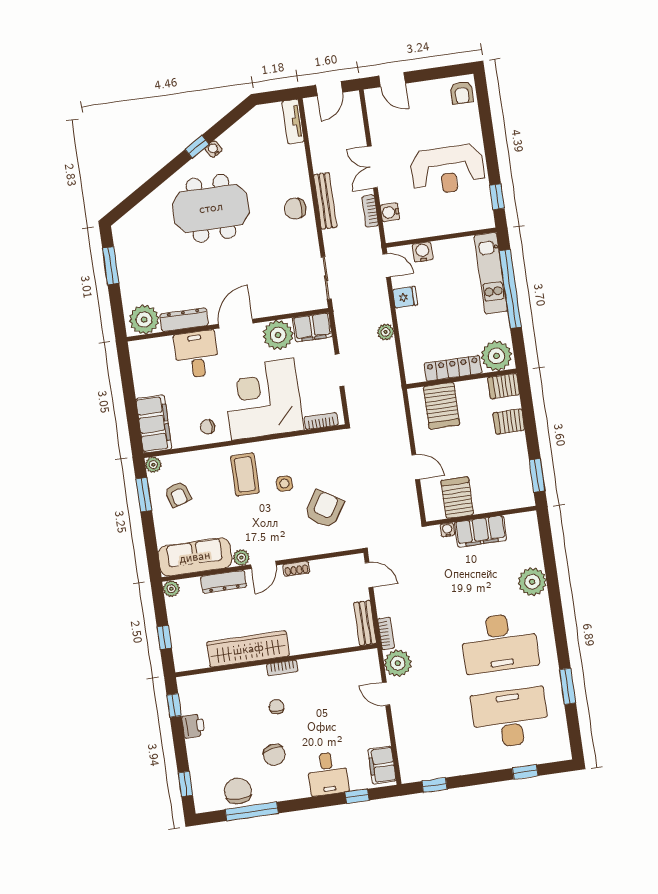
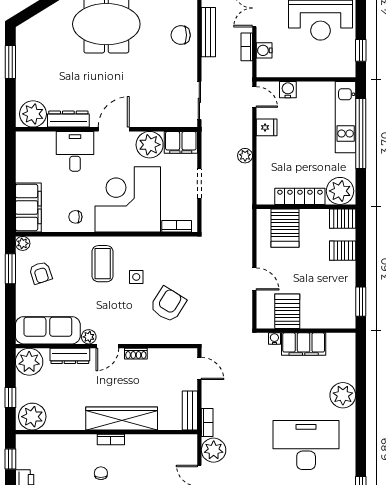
plant: (171, 589) -> (29, 362), width x1.88, depth x1.88
desk: (499, 643) -> (306, 445), turned 180
wardrobe: (248, 649) -> (122, 418), moved
plant: (192, 655) -> (32, 417), added

